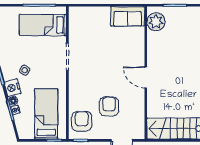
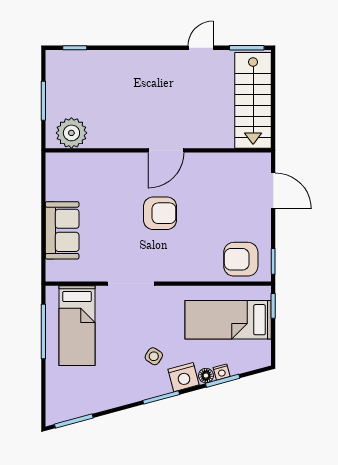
sofa: (128, 16) -> (62, 230), moved
armchair: (109, 106) -> (160, 213), moved, turned 180

